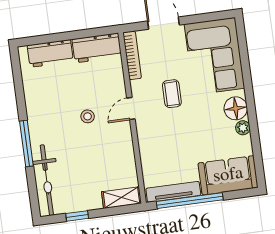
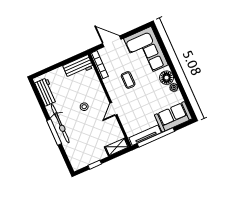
workbench: (50, 53) -> (46, 92), moved, turned -90
door: (131, 109) -> (113, 109), moved
bicycle: (47, 180) -> (60, 124), moved

